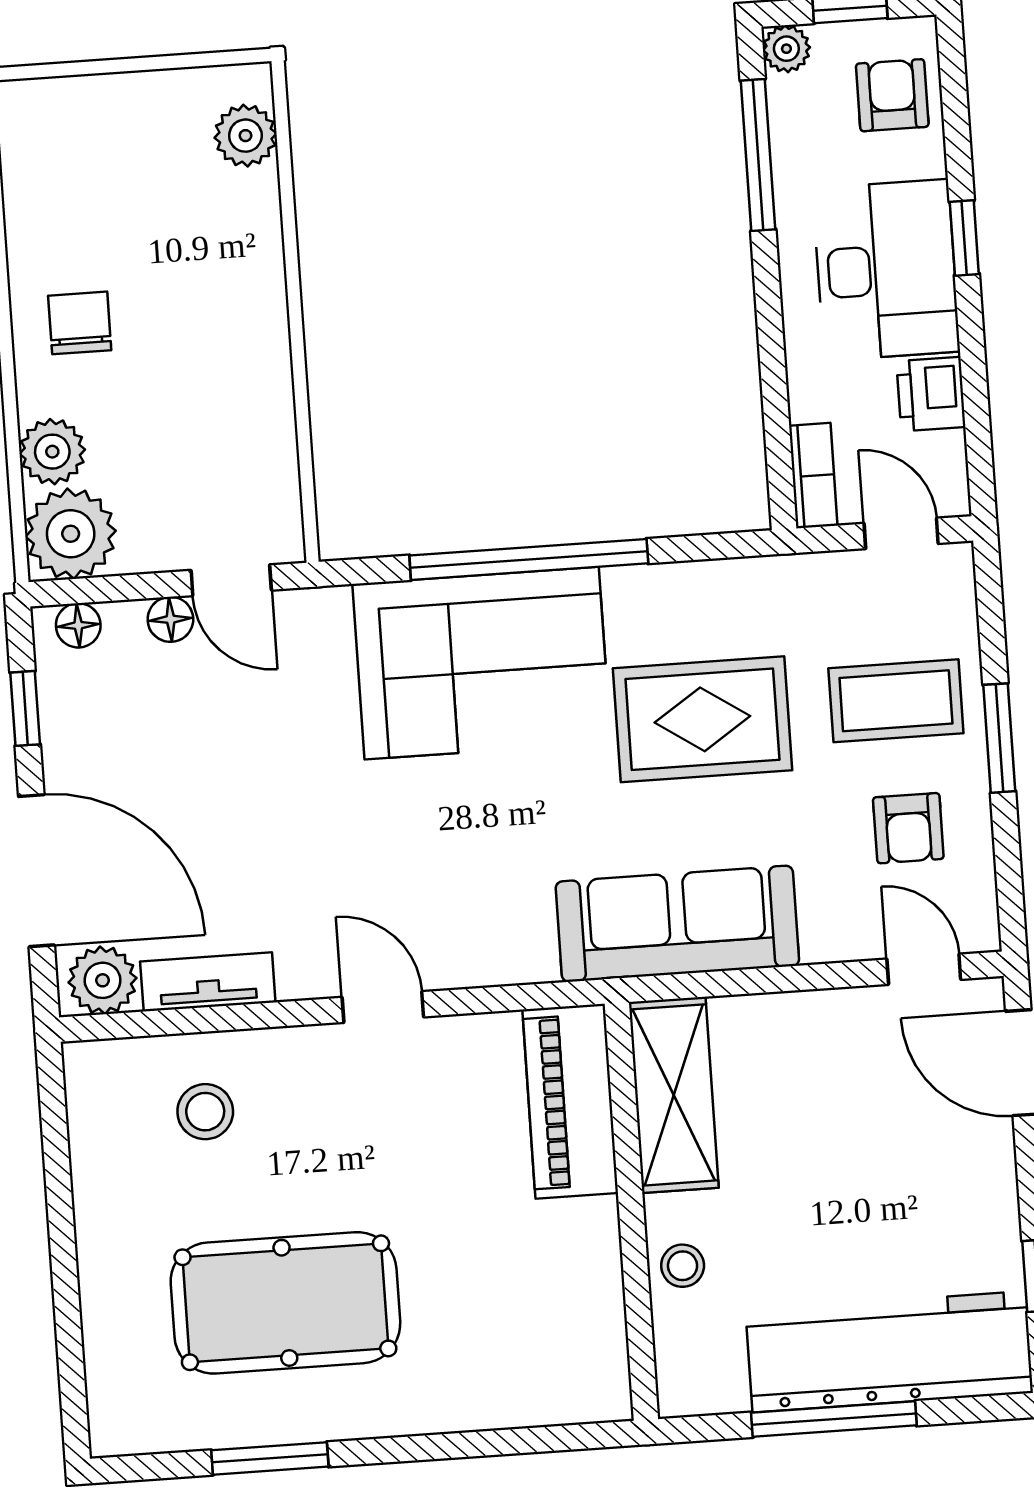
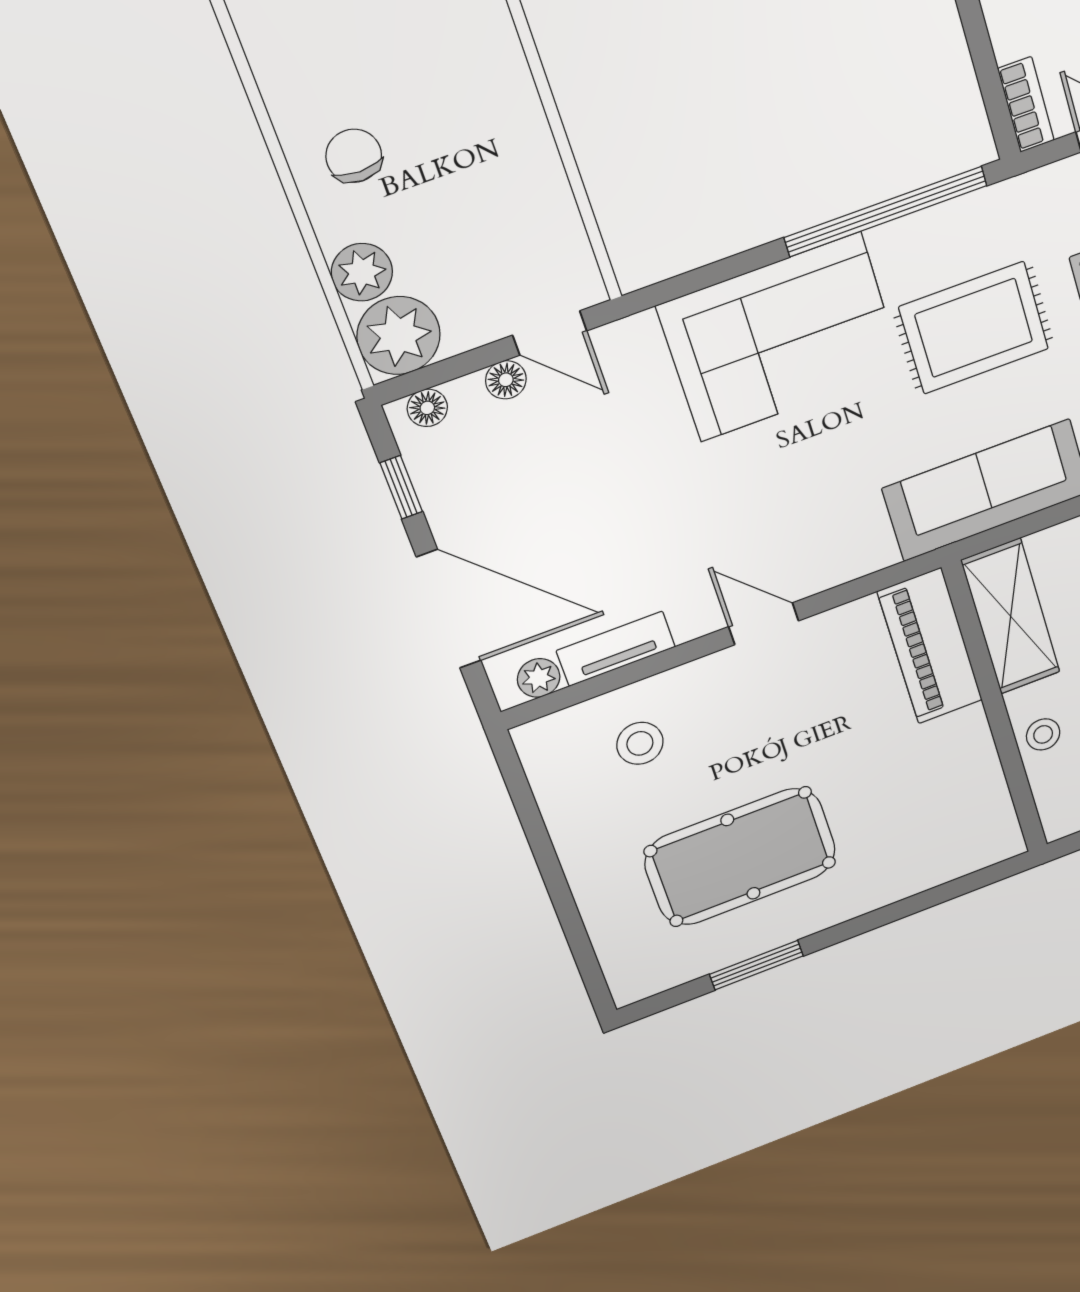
window: (529, 559) -> (886, 212), moved
plant: (103, 980) -> (539, 678), width x0.73, depth x0.73

